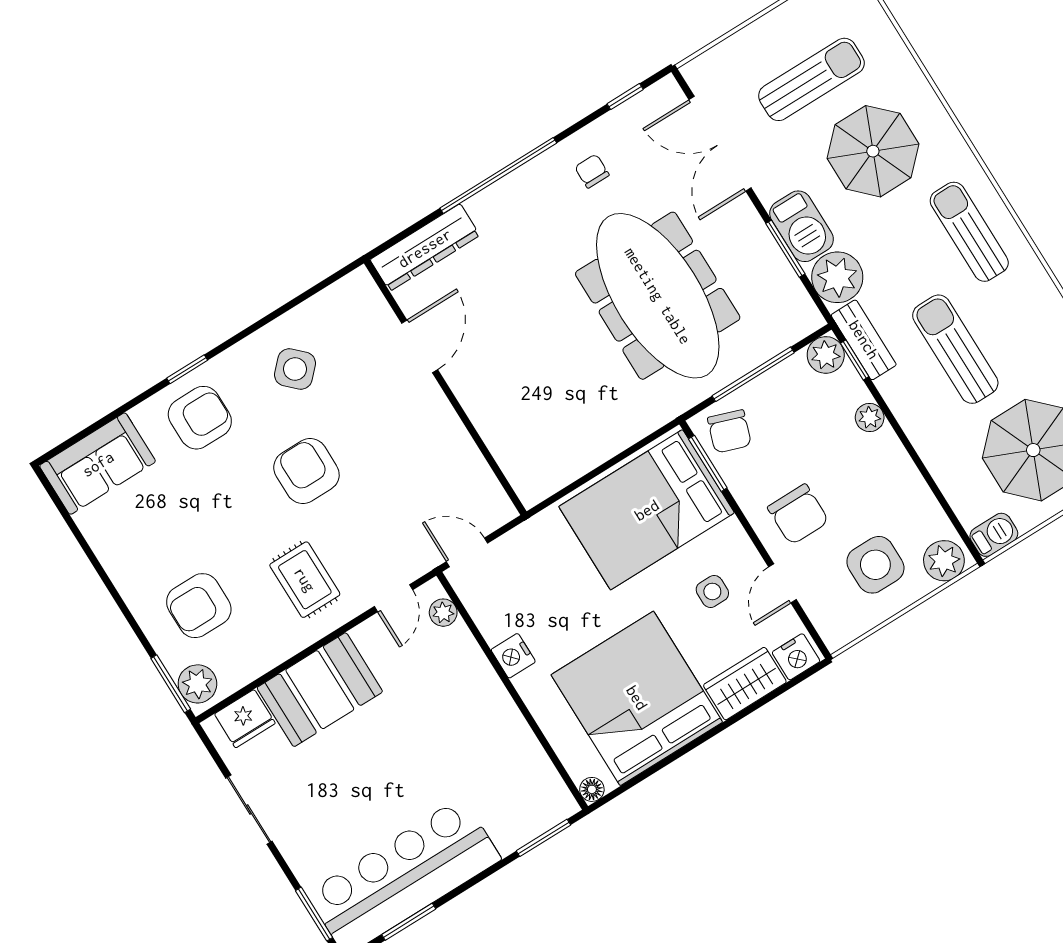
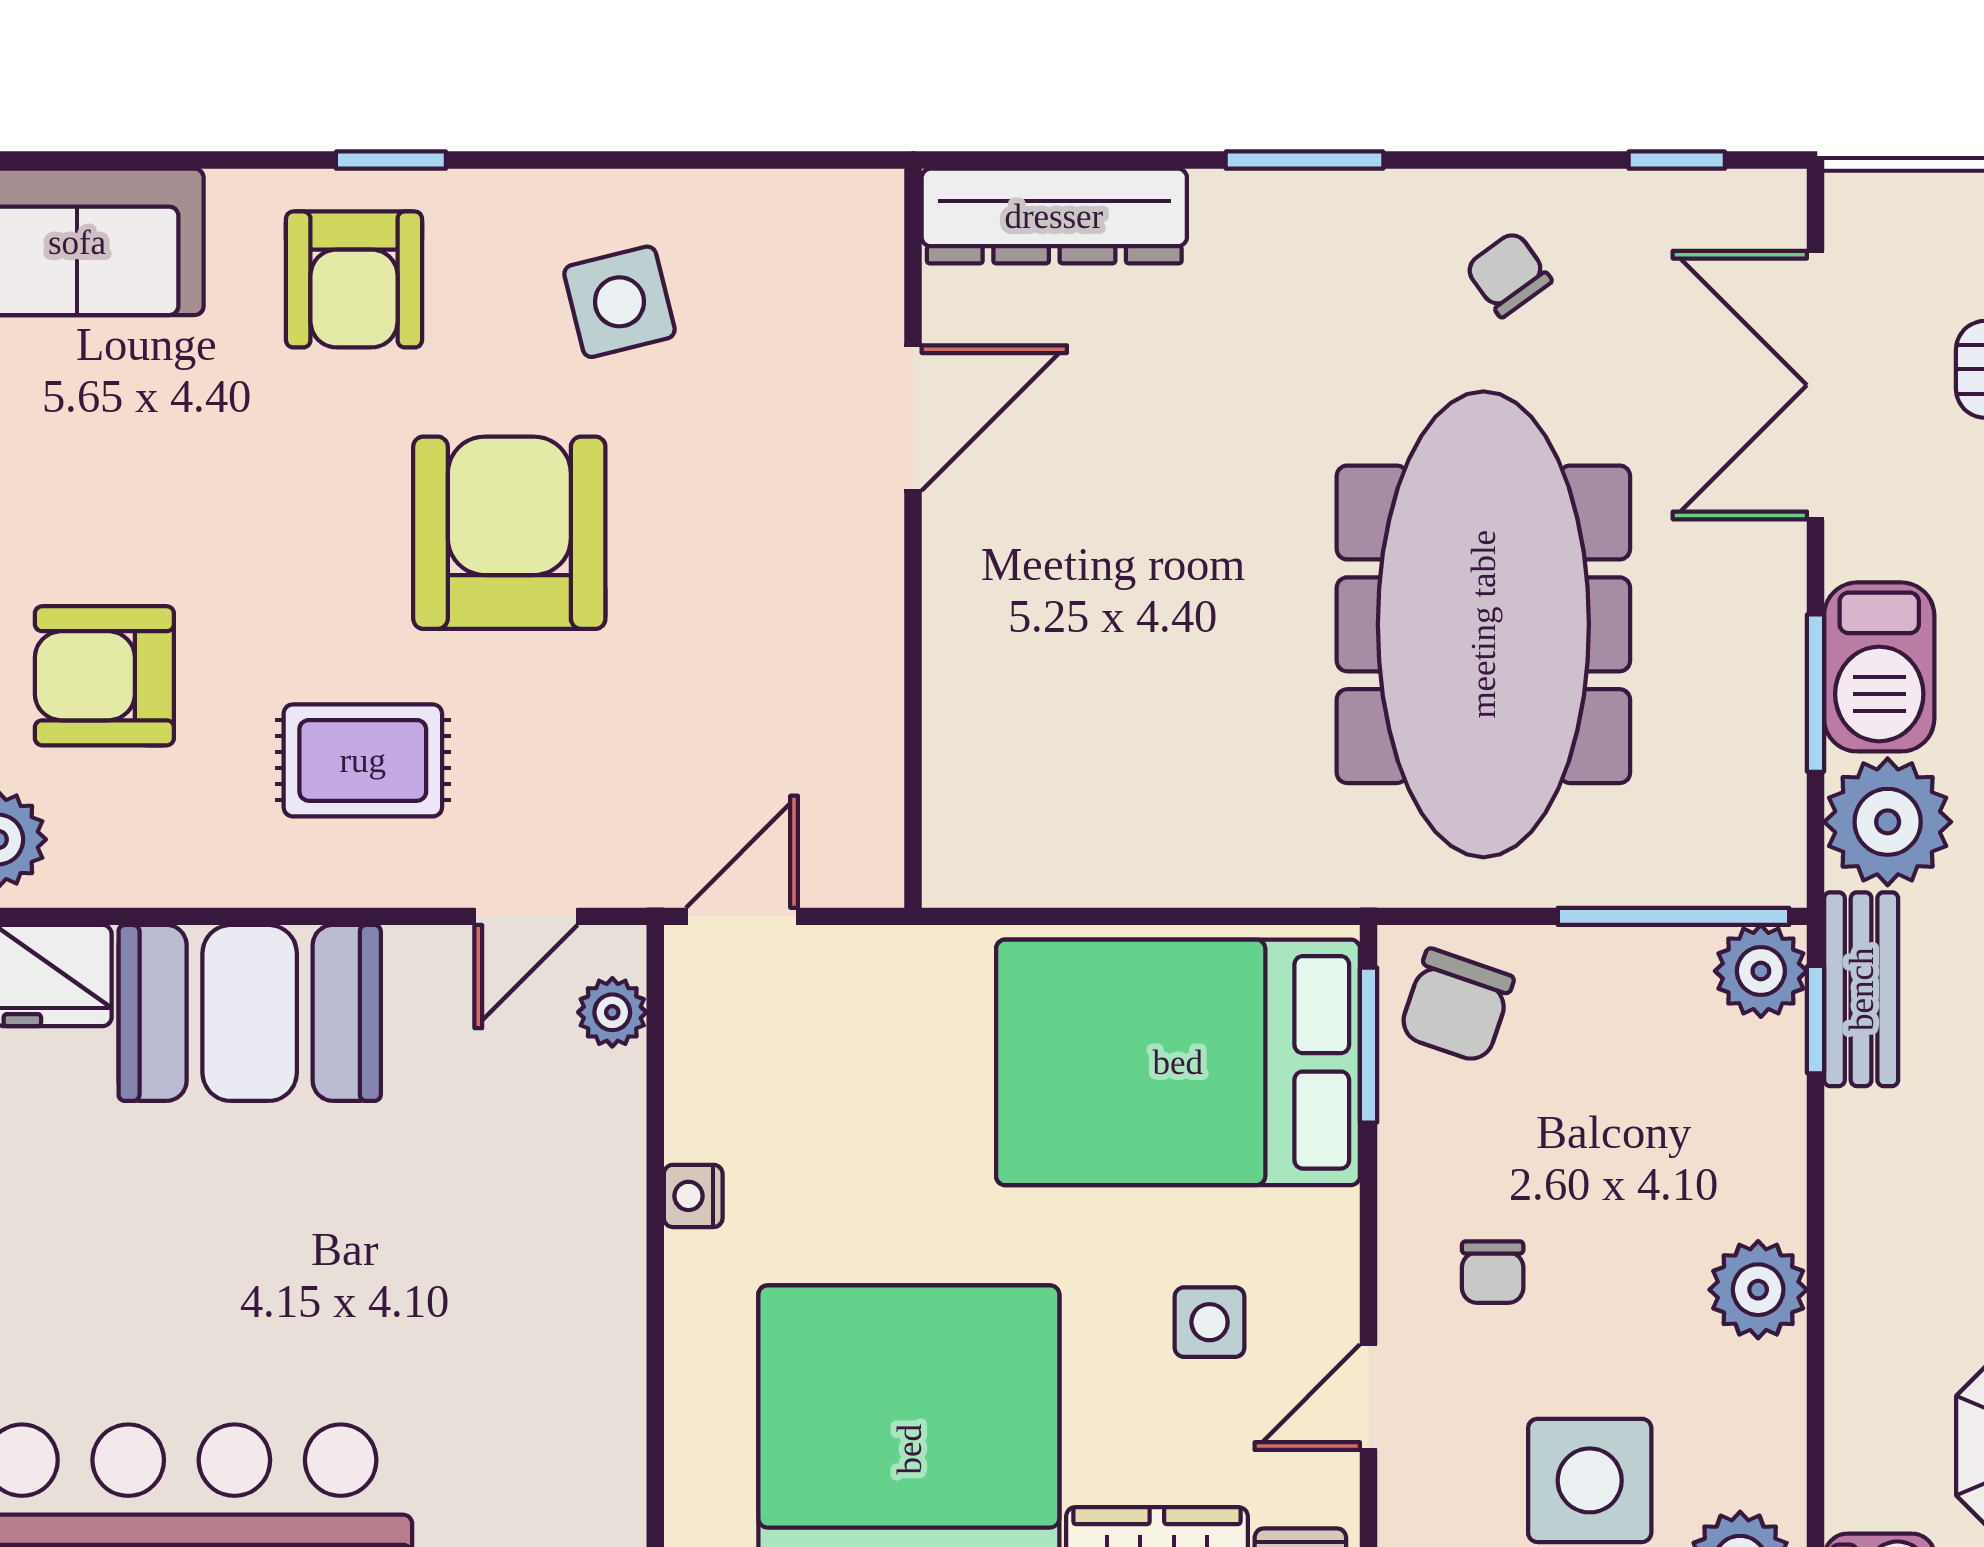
chair: (592, 171) -> (1508, 274), turned -36
window: (498, 175) -> (1304, 160), width x0.47
side table: (295, 369) -> (619, 302), turned 32
window: (753, 374) -> (1673, 916), moved
plant: (870, 417) -> (1758, 1290), moved, width x1.38, depth x1.38
armchair: (200, 418) -> (354, 279), turned 90
armchair: (306, 471) -> (509, 533), width x1.36, depth x1.36
chair: (798, 514) -> (1493, 1272), width x0.54, depth x0.54
door: (467, 552) -> (742, 916), hinge flipped
rug: (305, 580) -> (363, 760), turned 90
nightstand: (513, 656) -> (693, 1196), width x0.72, depth x0.74

